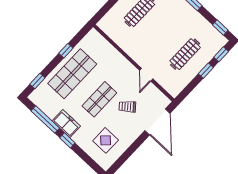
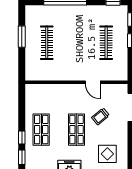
window: (66, 51) -> (22, 138), moved
shop shelf: (72, 74) -> (41, 130), width x0.70, depth x0.74

